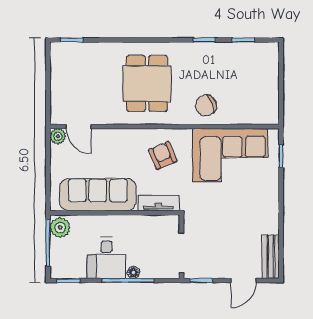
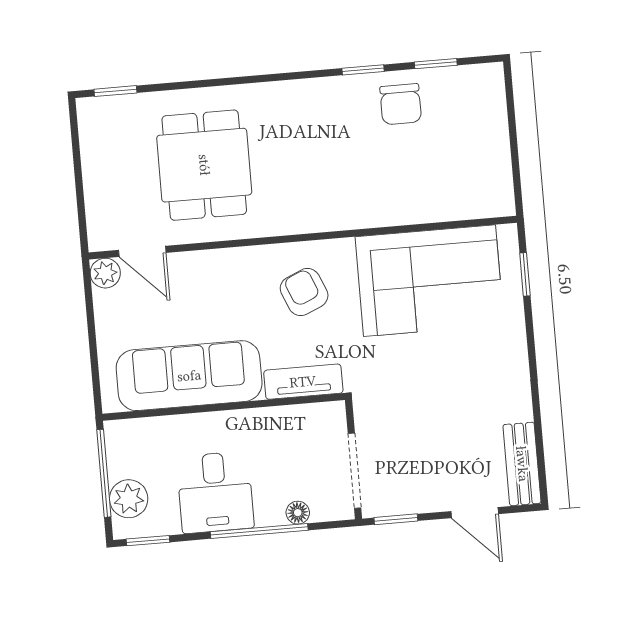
dining table: (147, 83) -> (204, 165), moved
chair: (206, 105) -> (401, 104), moved, turned -68
plant: (60, 228) -> (129, 499), moved
floor lamp: (133, 272) -> (298, 513), moved
door: (243, 281) -> (475, 513), hinge flipped

